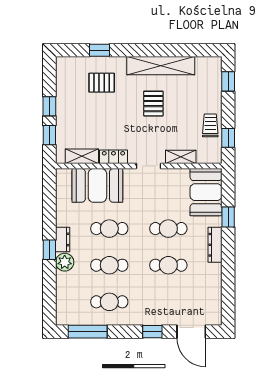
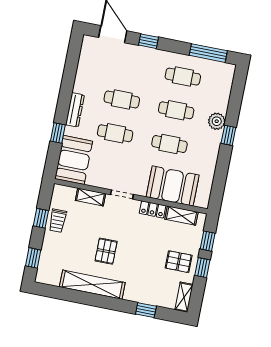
shelving: (62, 72) -> (184, 297), added
pallet: (102, 83) -> (179, 262), moved
window: (228, 138) -> (41, 218), moved
dresser: (63, 239) -> (214, 142), removed

